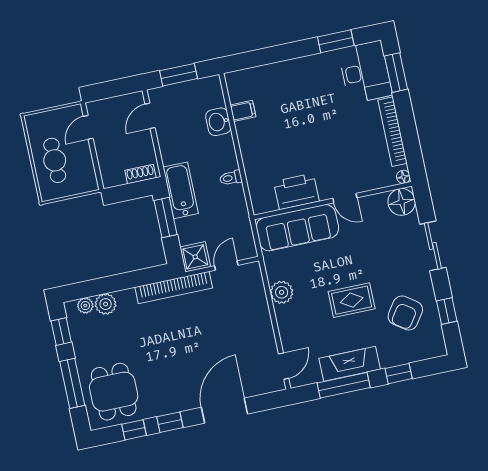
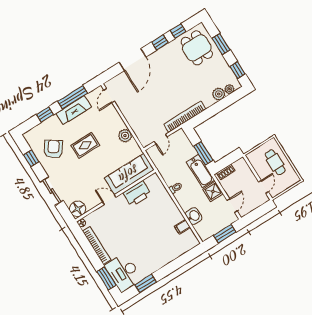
shower: (195, 257) -> (213, 191), moved
window: (72, 383) -> (221, 44), width x0.69

